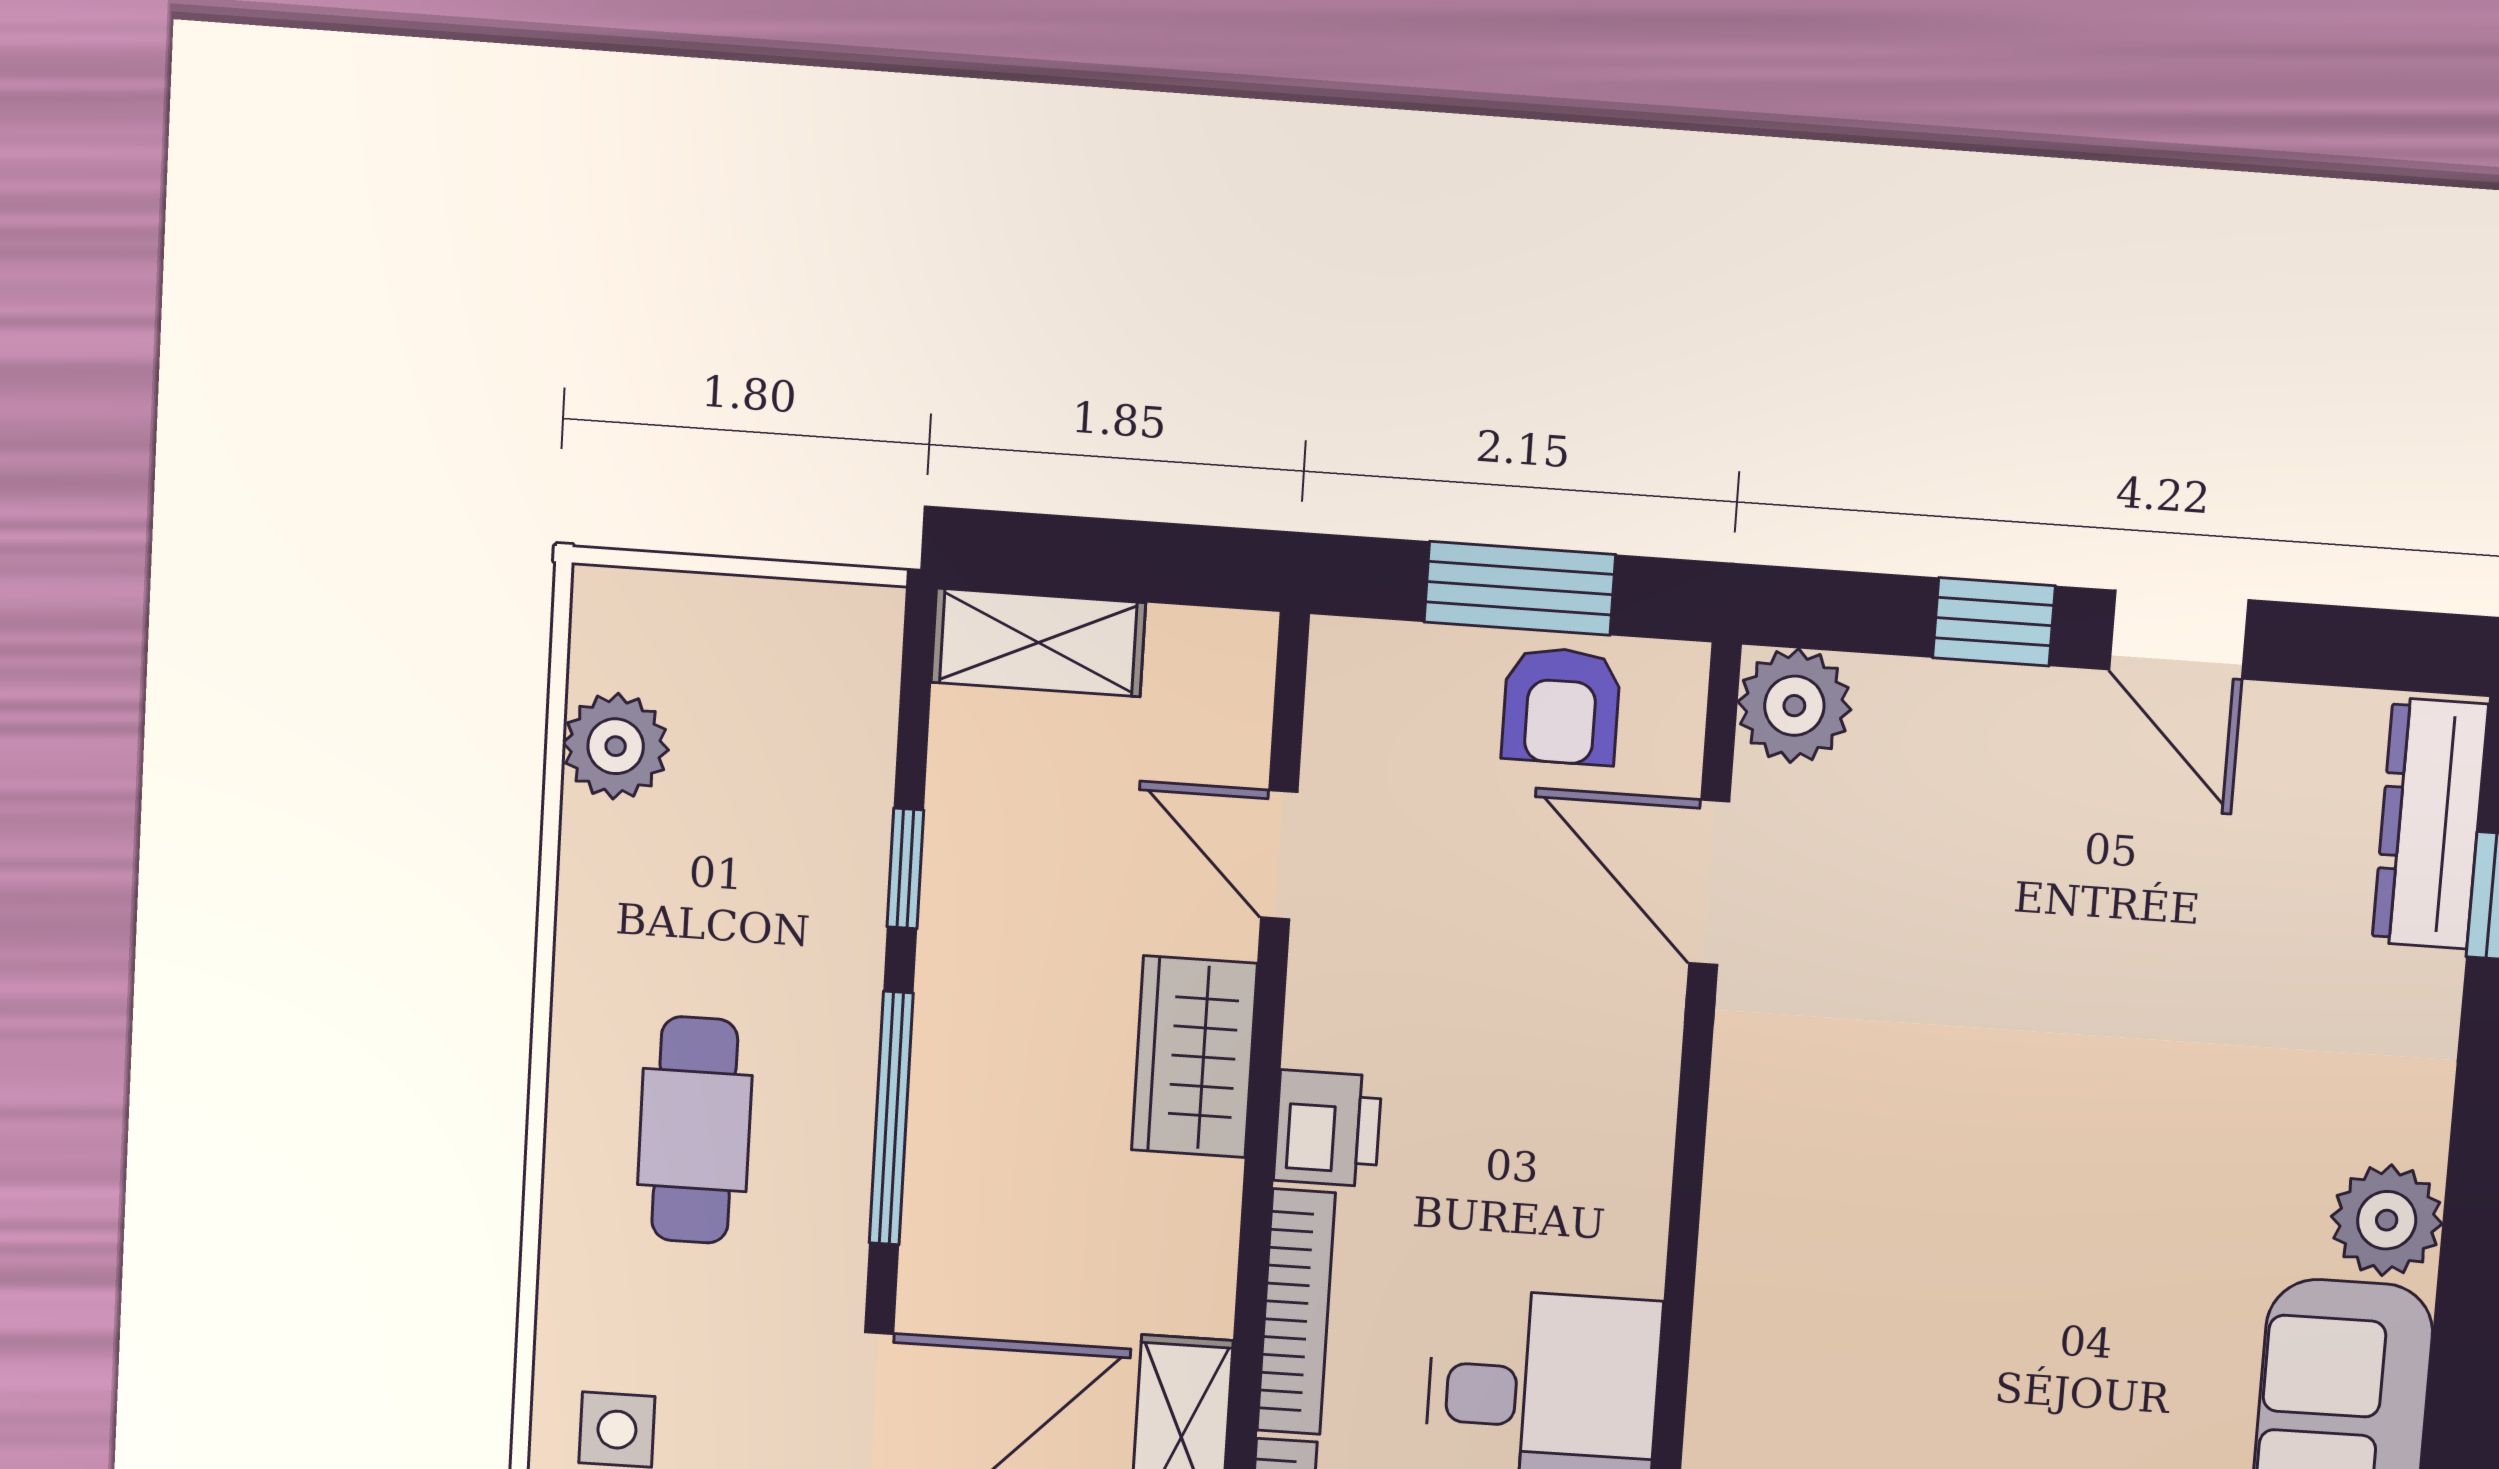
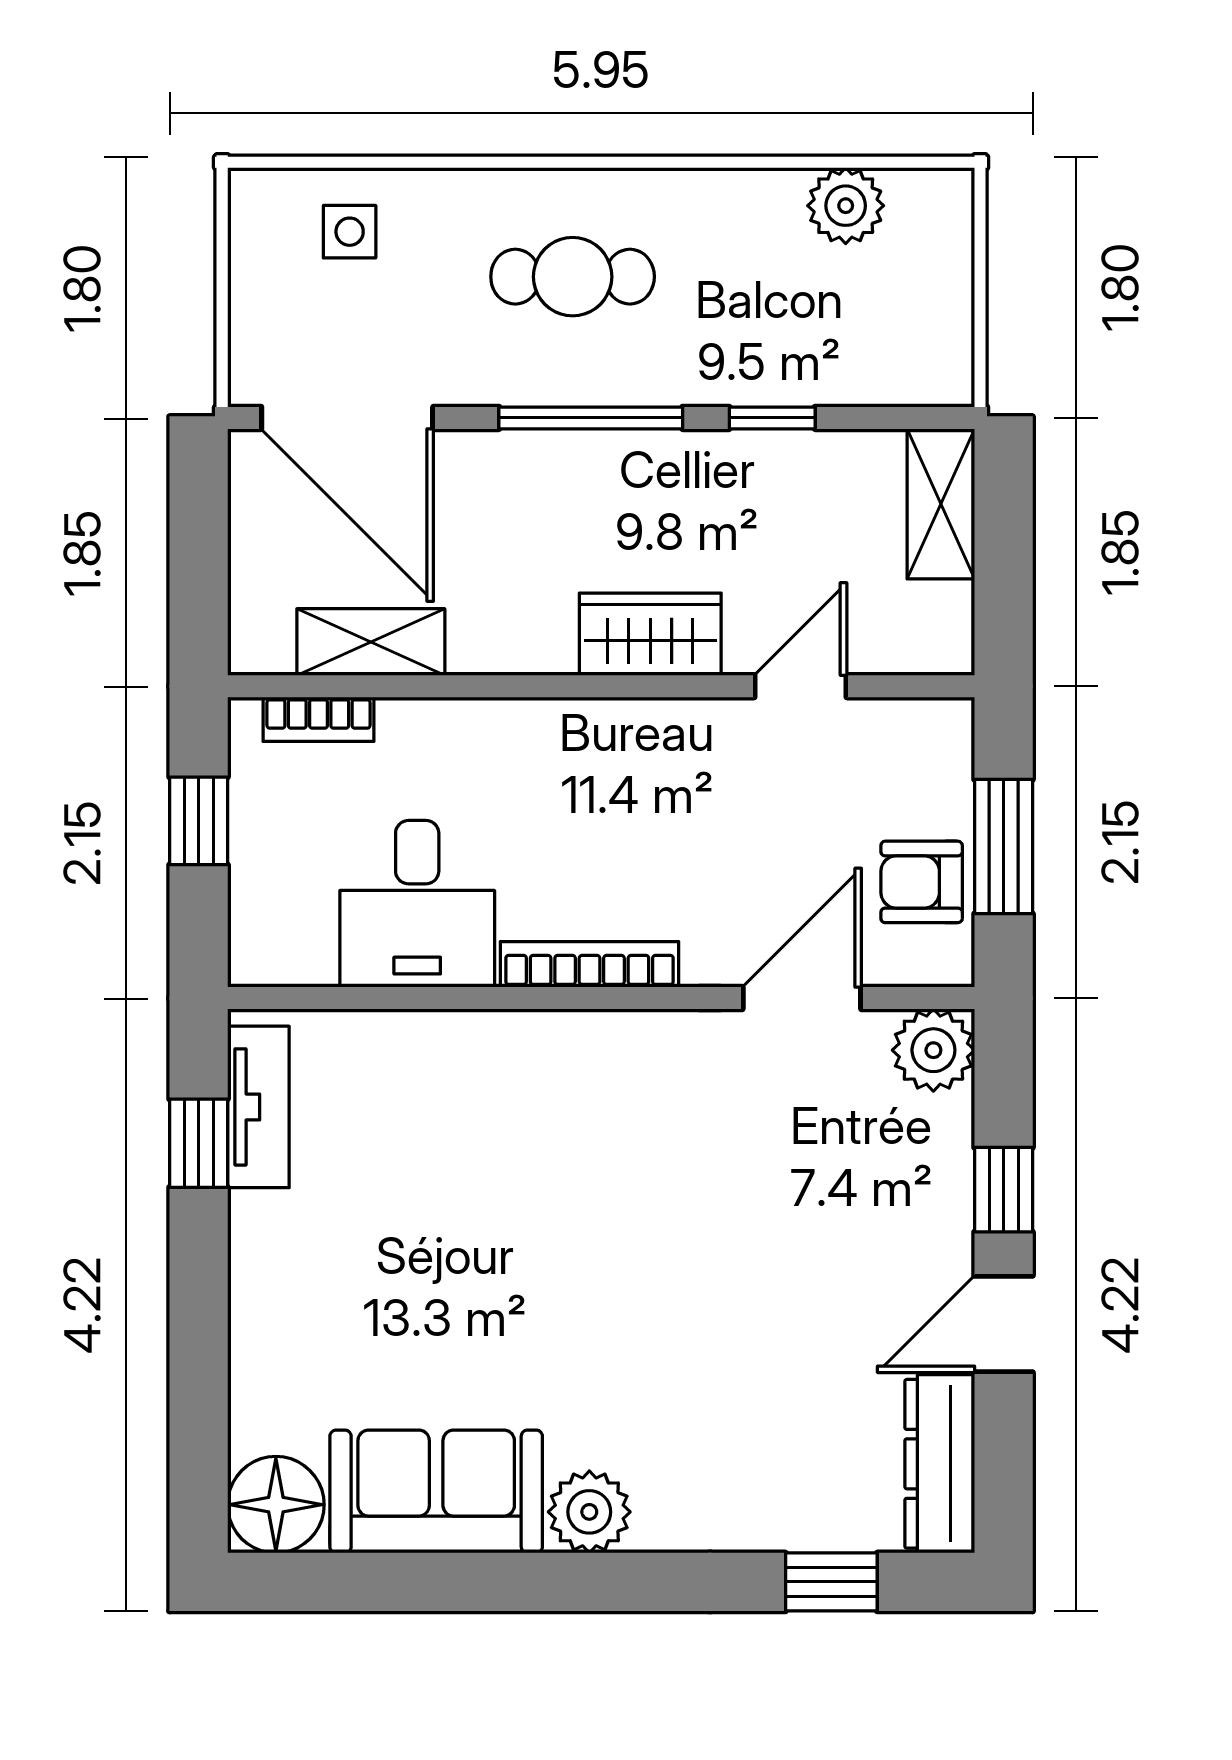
dresser: (2430, 823) -> (940, 1464), moved, turned -90
printer: (1328, 1128) -> (605, 734), removed
bookcase: (1296, 1312) -> (590, 964), moved, turned 180

